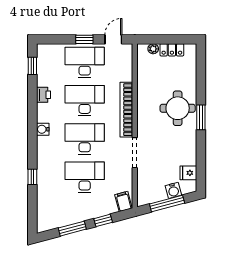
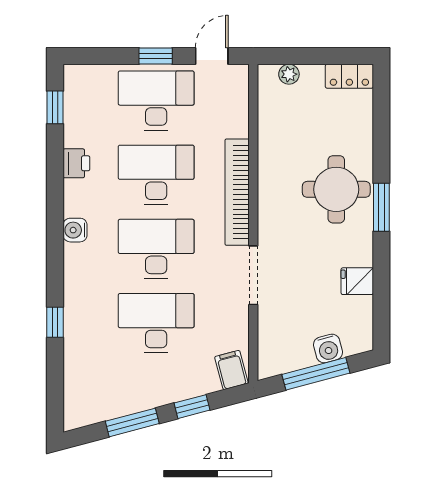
locker: (172, 50) -> (349, 76), moved
fridge: (188, 173) -> (357, 281), moved

